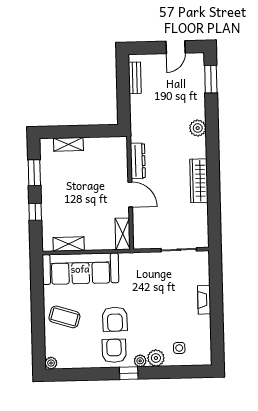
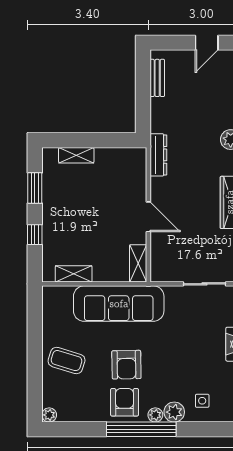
dresser: (138, 161) -> (158, 155), moved
sofa: (80, 269) -> (119, 304), moved
window: (129, 373) -> (141, 429), width x3.17

